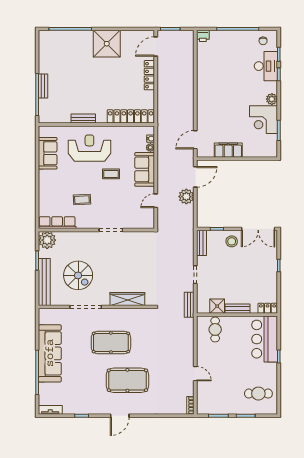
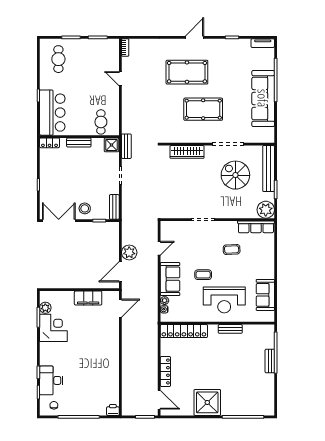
door: (156, 46) -> (159, 400), hinge flipped
plant: (272, 99) -> (45, 308), moved
shower: (217, 306) -> (111, 145), moved
cafe table: (258, 394) -> (58, 59), turned 90

